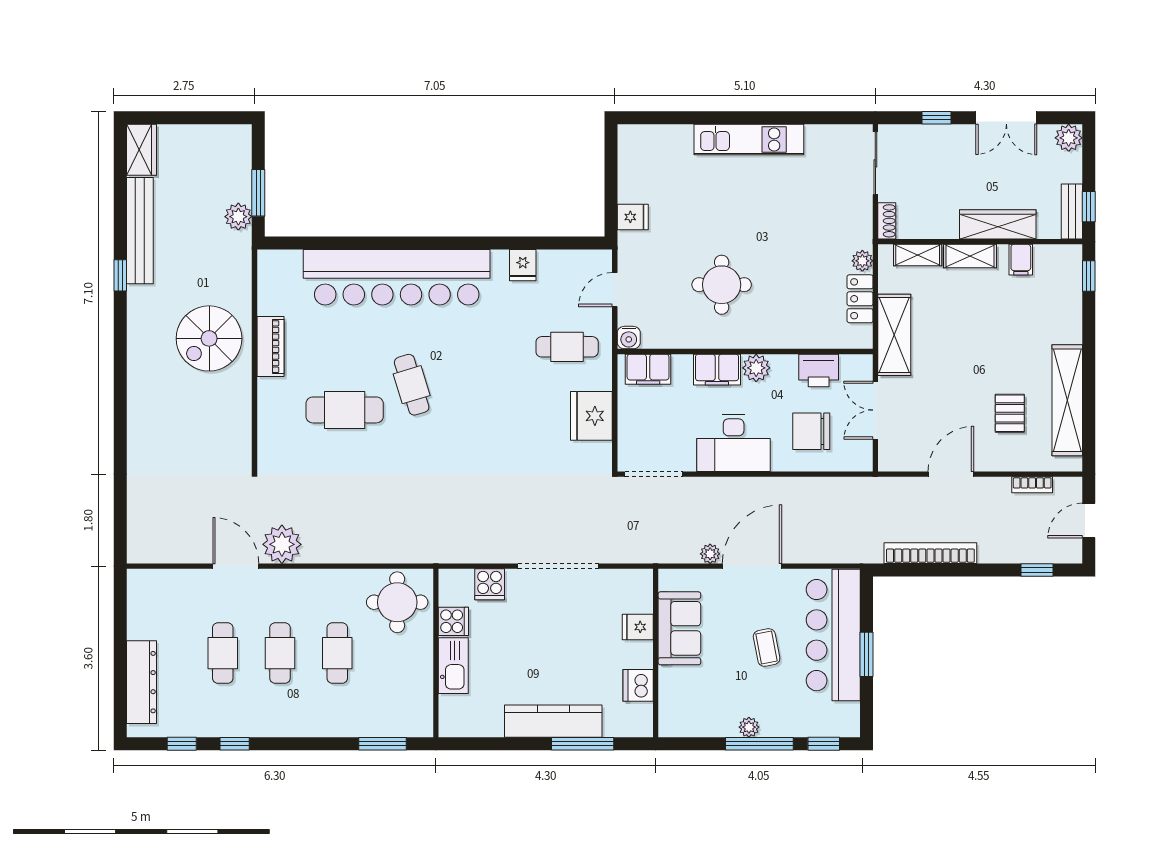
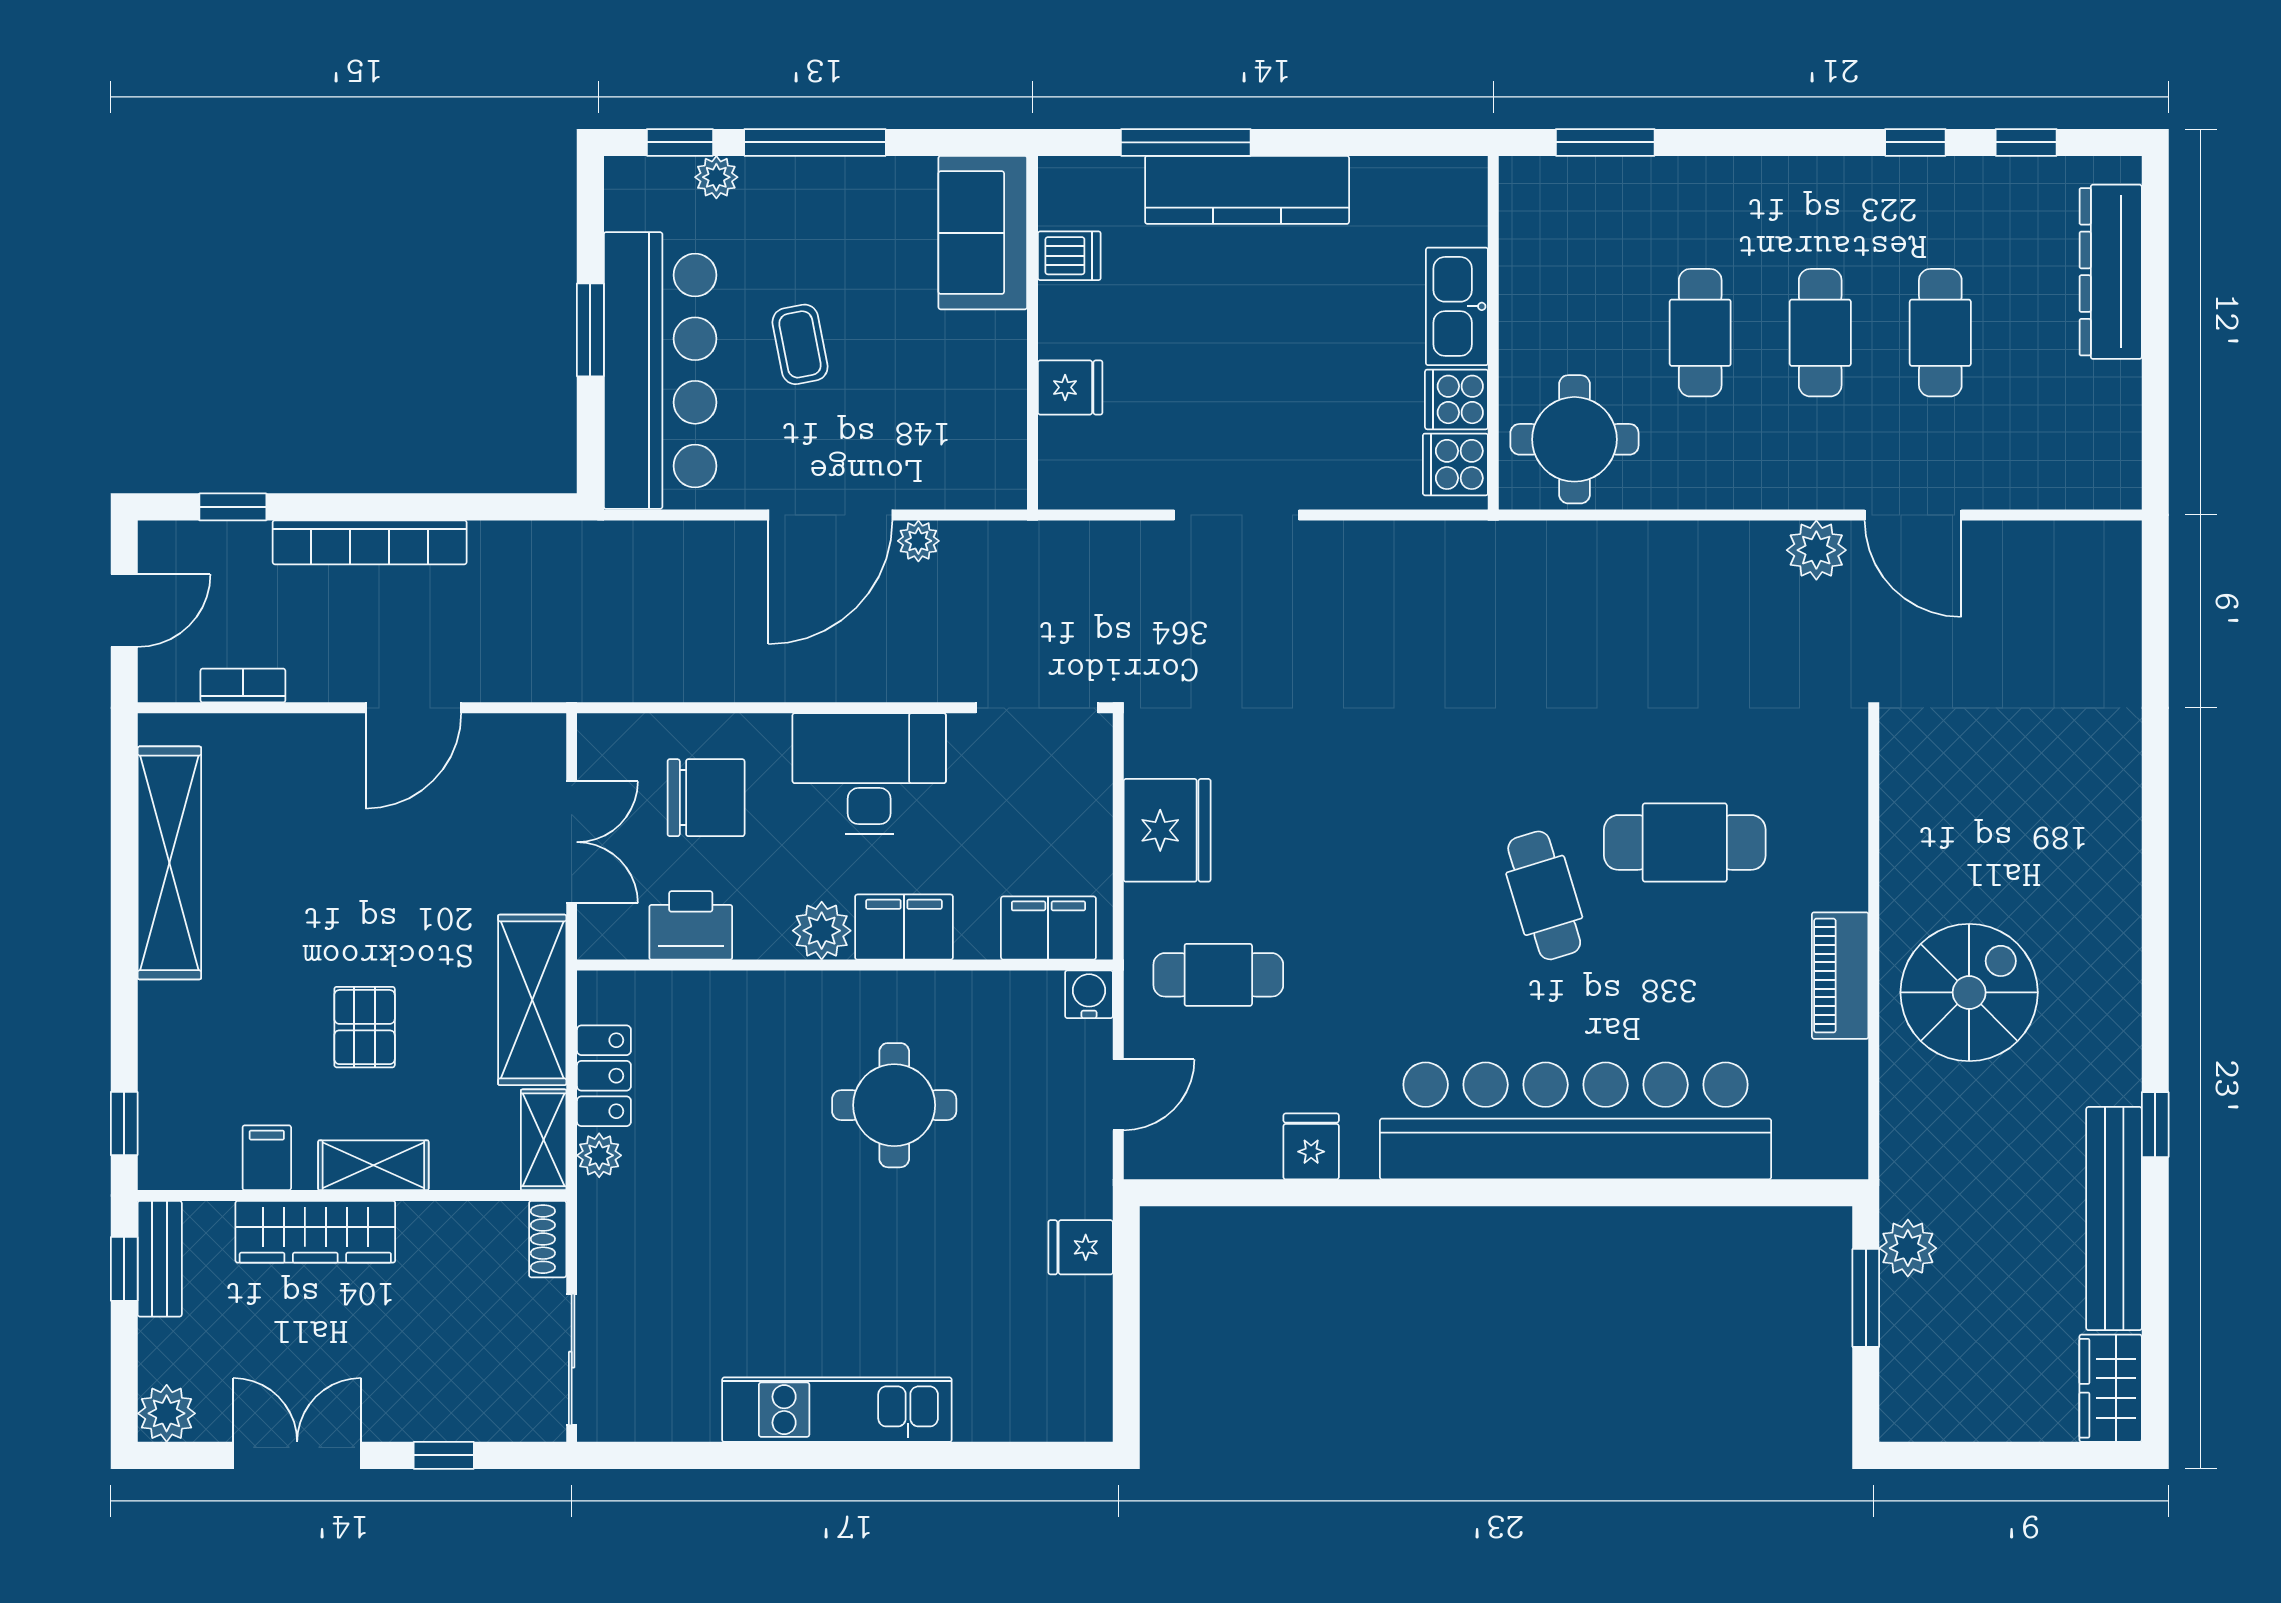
shelving: (918, 255) -> (544, 1140), moved, turned 90
pallet: (1010, 413) -> (365, 1027), moved
plant: (282, 544) -> (1816, 550), width x0.73, depth x0.73
bookcase: (930, 553) -> (370, 542), moved
doorway: (558, 566) -> (1237, 515), width x0.73
cooker: (490, 584) -> (1455, 464), moved, turned -90
sofa: (679, 628) -> (983, 233), moved
dishwasher: (638, 685) -> (1069, 256), width x0.73
plant: (749, 727) -> (716, 177), moved

